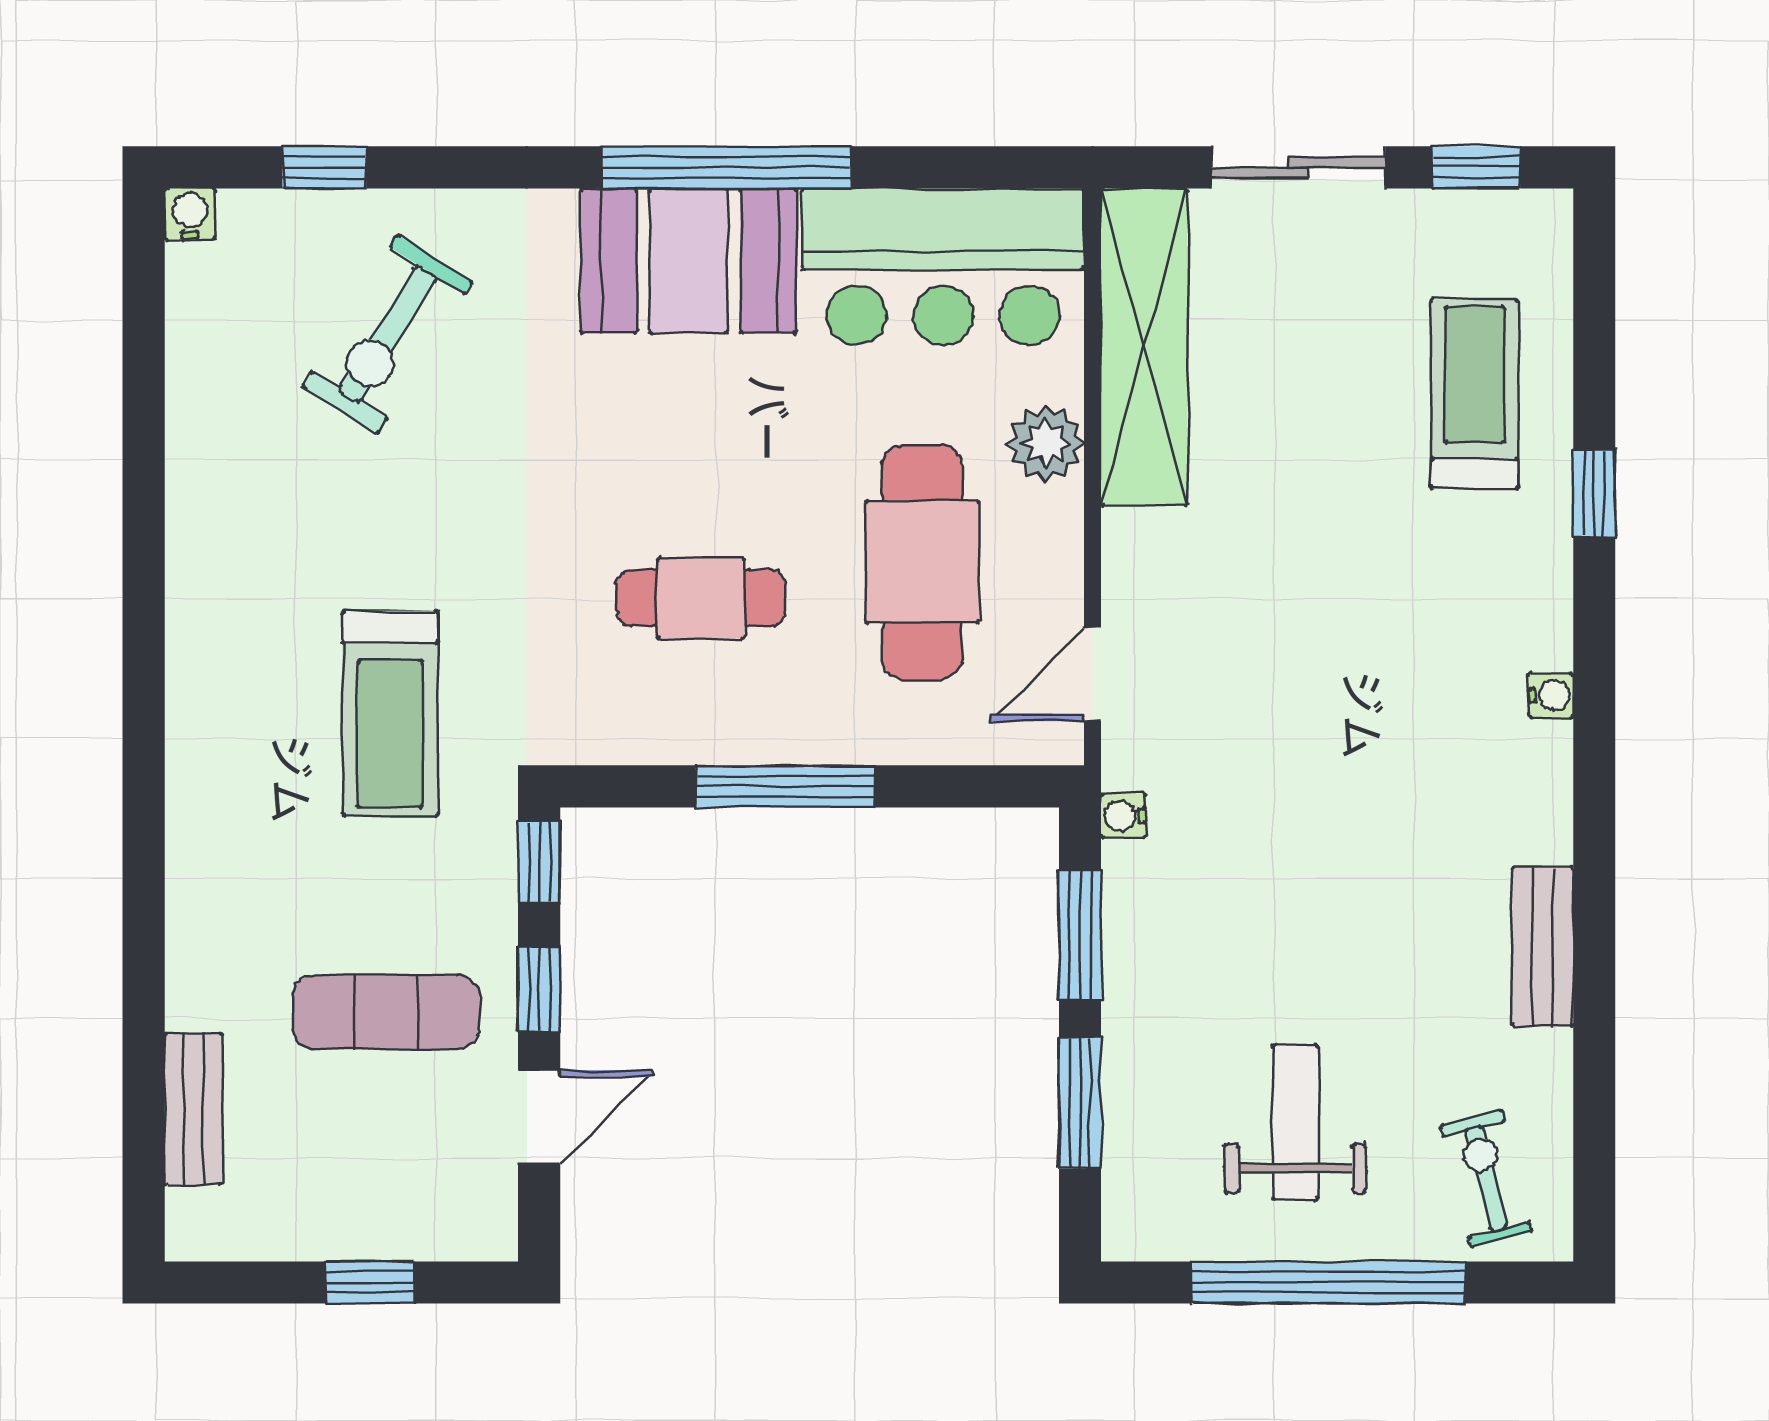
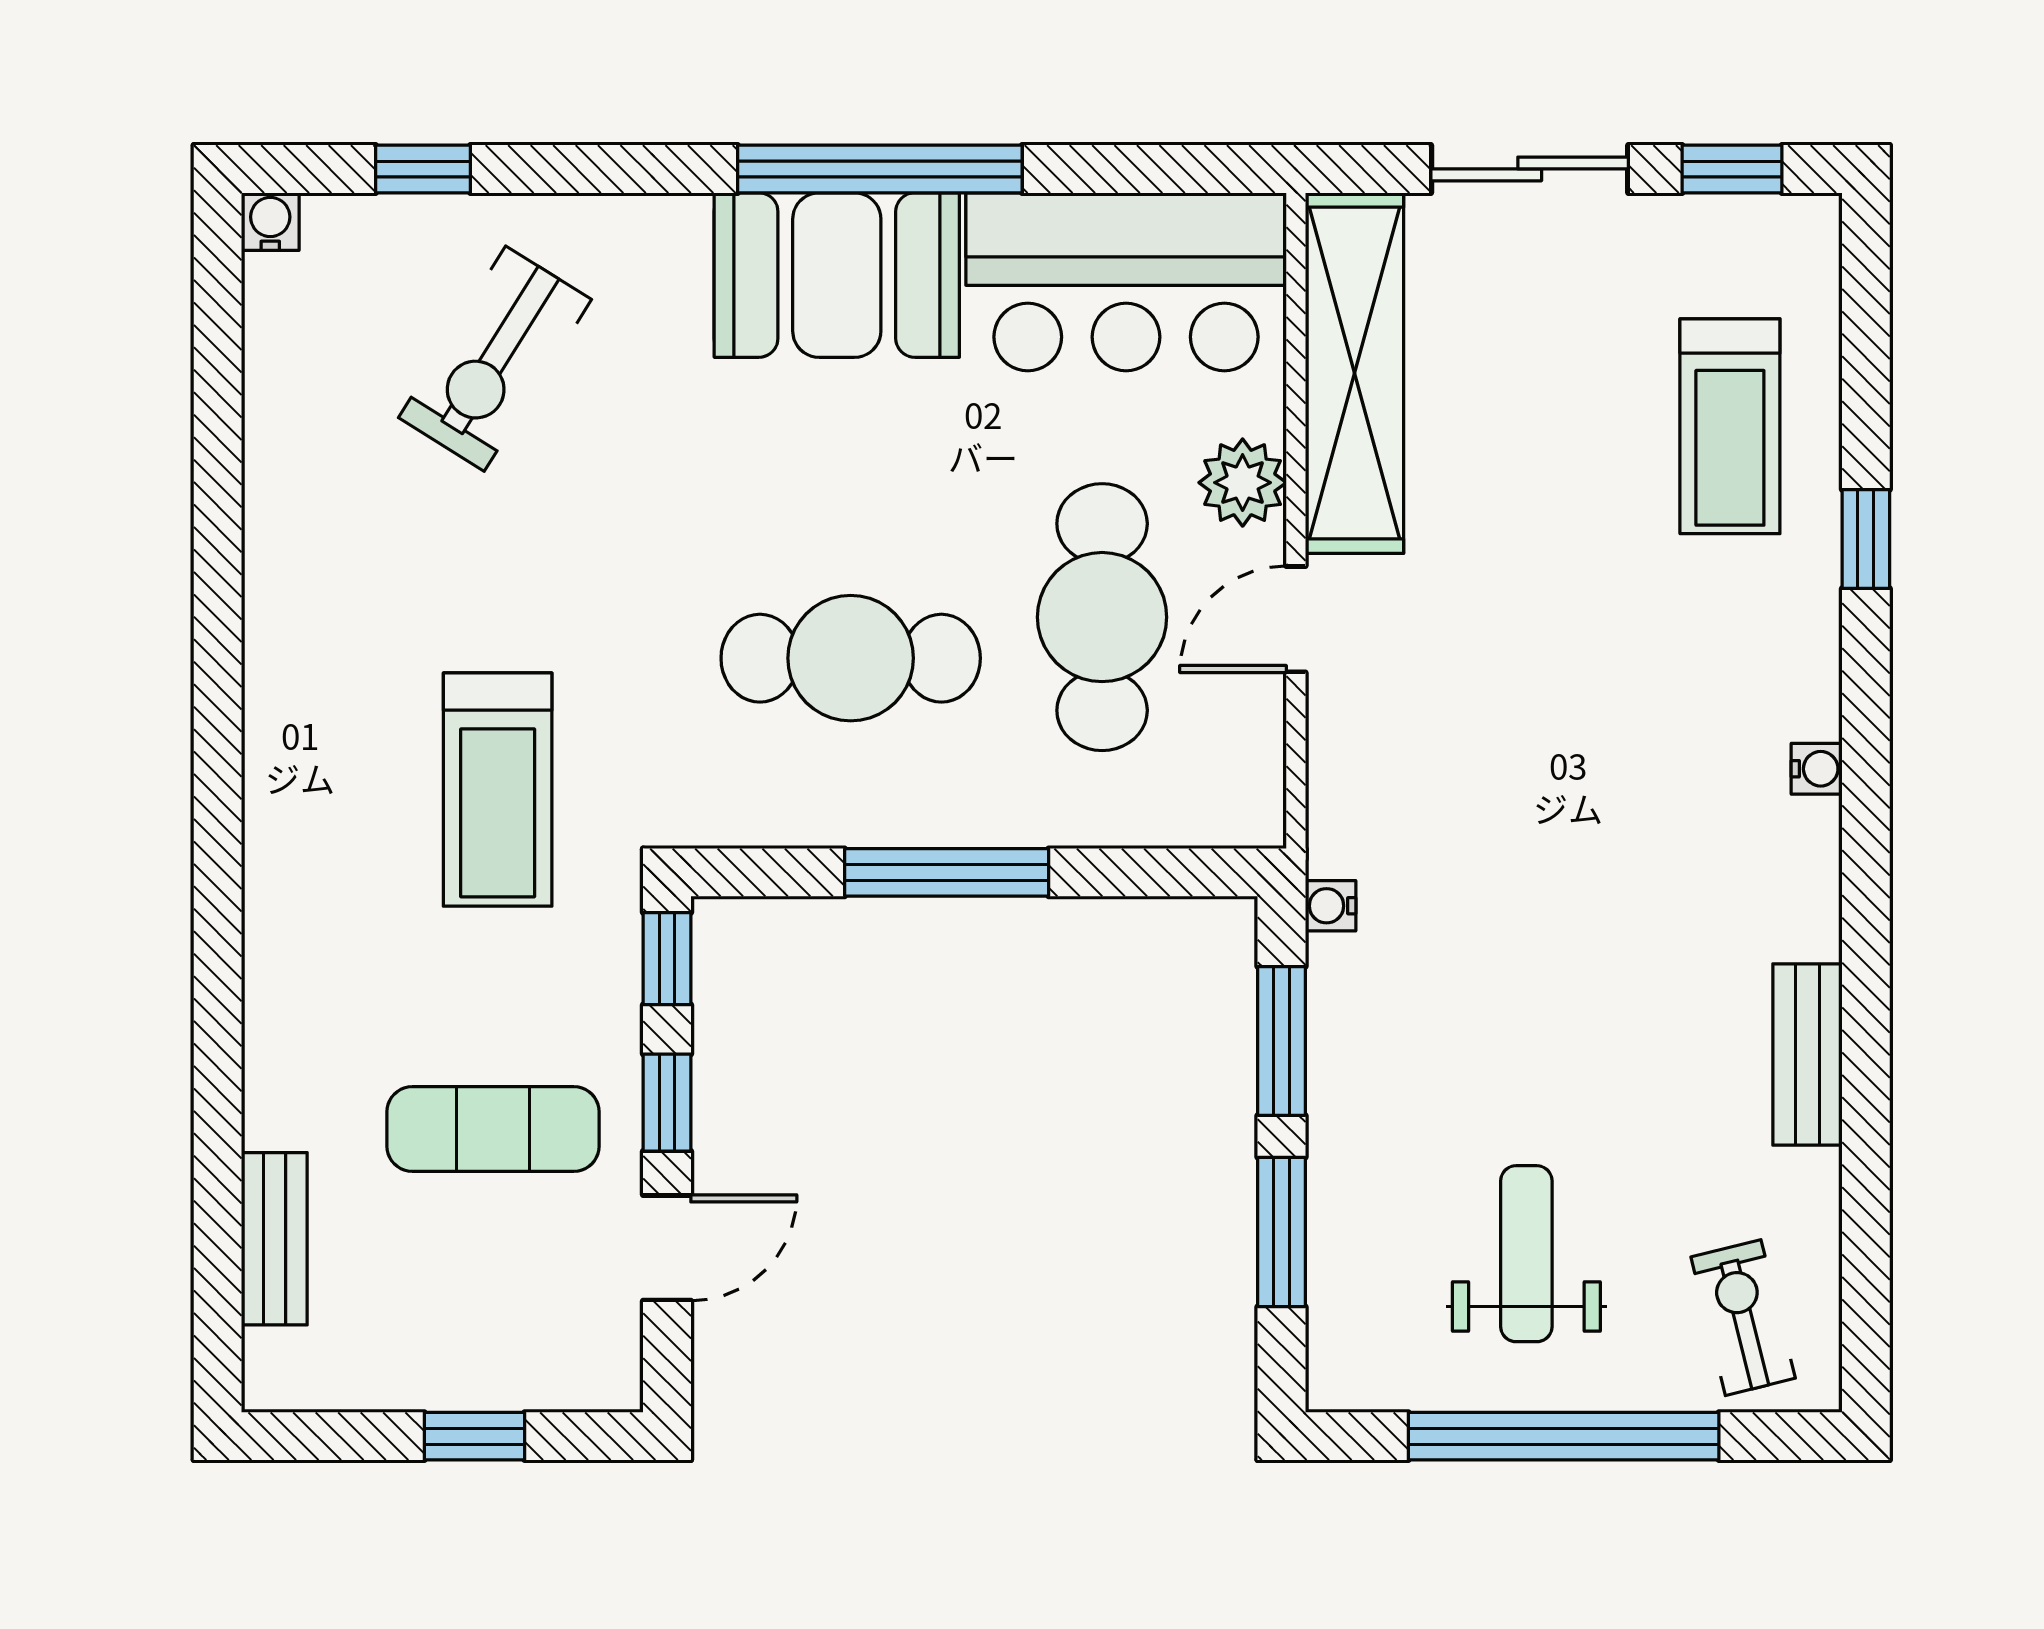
treadmill: (1475, 394) -> (1730, 426), turned 180
cafe table: (701, 598) -> (851, 658), width x1.37, depth x1.35
door: (1093, 674) -> (1296, 619), moved

